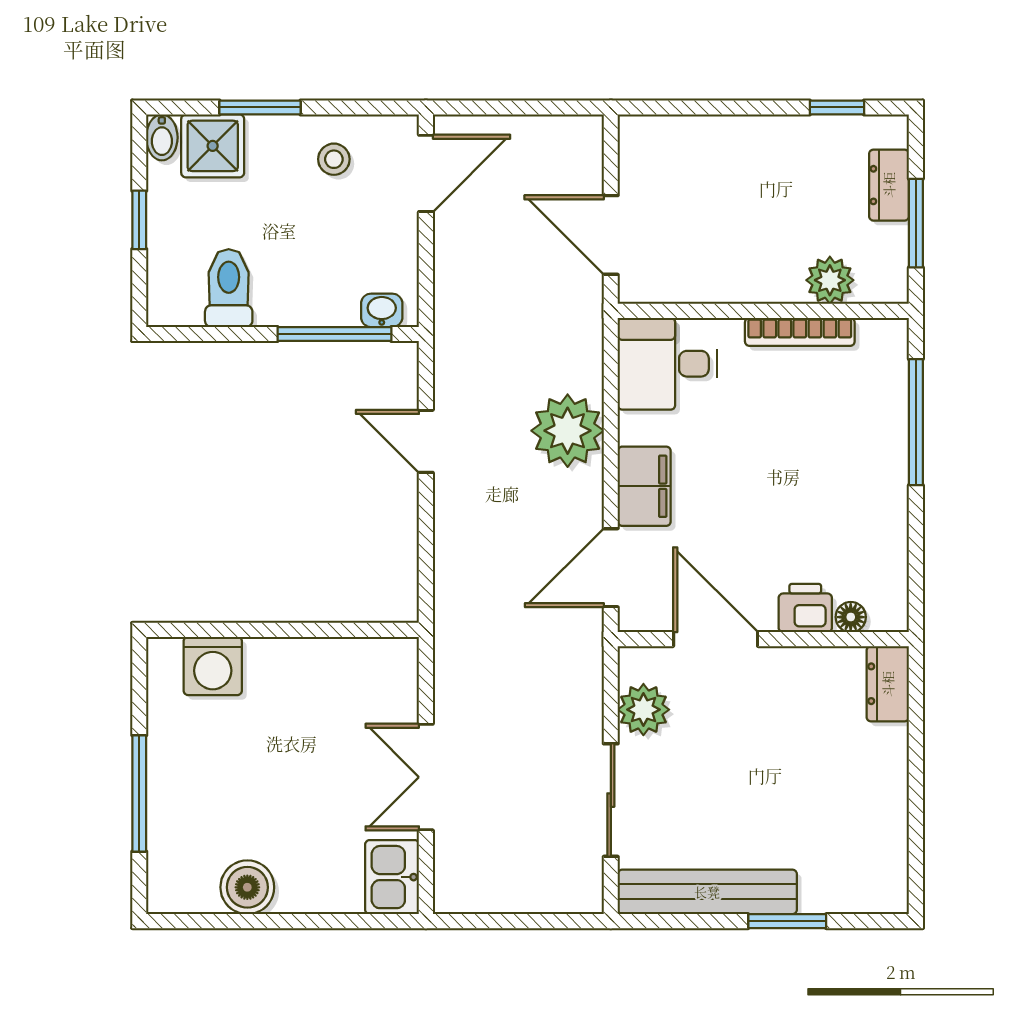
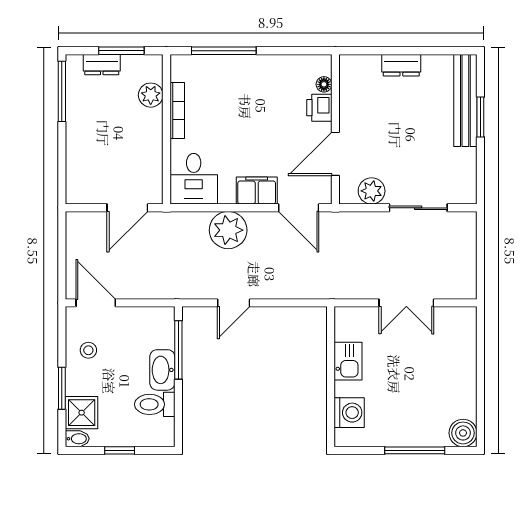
window: (837, 107) -> (62, 91), width x2.17
washbasin: (382, 310) -> (162, 370), moved, width x1.91, depth x1.45
dresser: (888, 684) -> (401, 65), moved
kitchen sink: (392, 877) -> (348, 361), moved, turned -90
boiler: (247, 887) -> (463, 433), moved
bench: (707, 892) -> (465, 100), moved

